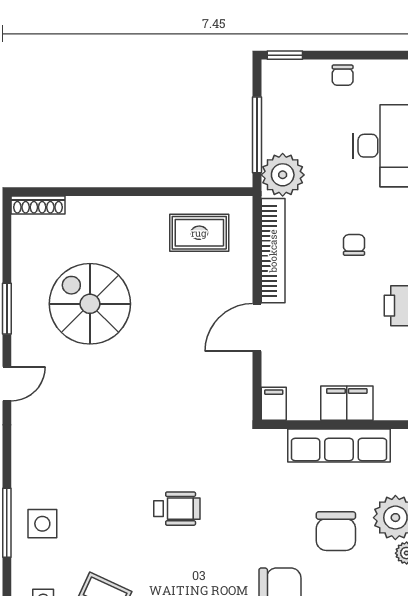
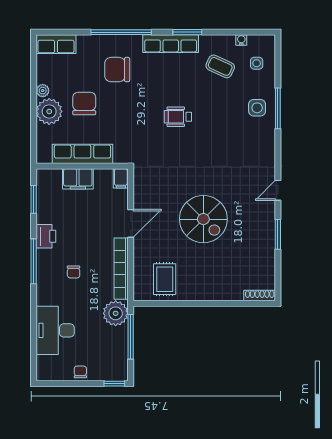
rug: (199, 233) -> (165, 279), turned 90
spiral stairs: (90, 304) -> (203, 219), moved

